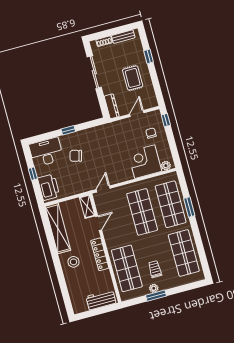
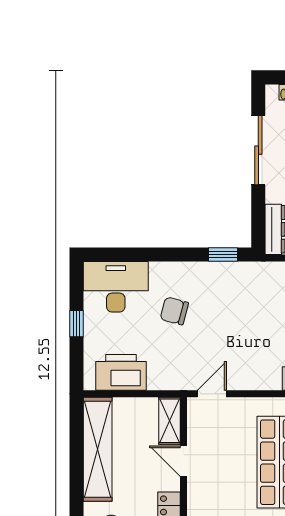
window: (68, 130) -> (223, 255), moved
printer: (49, 187) -> (121, 372), moved, turned -90
door: (98, 223) -> (184, 461), swing flipped

